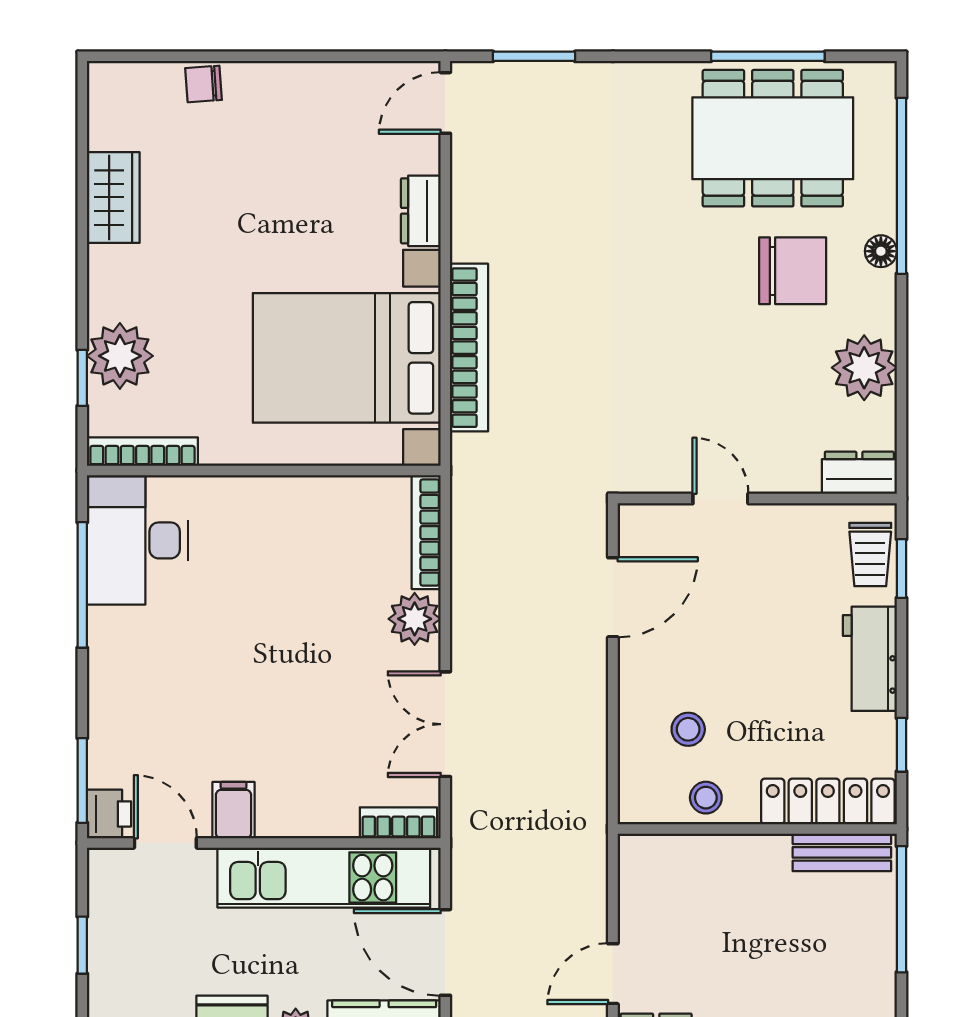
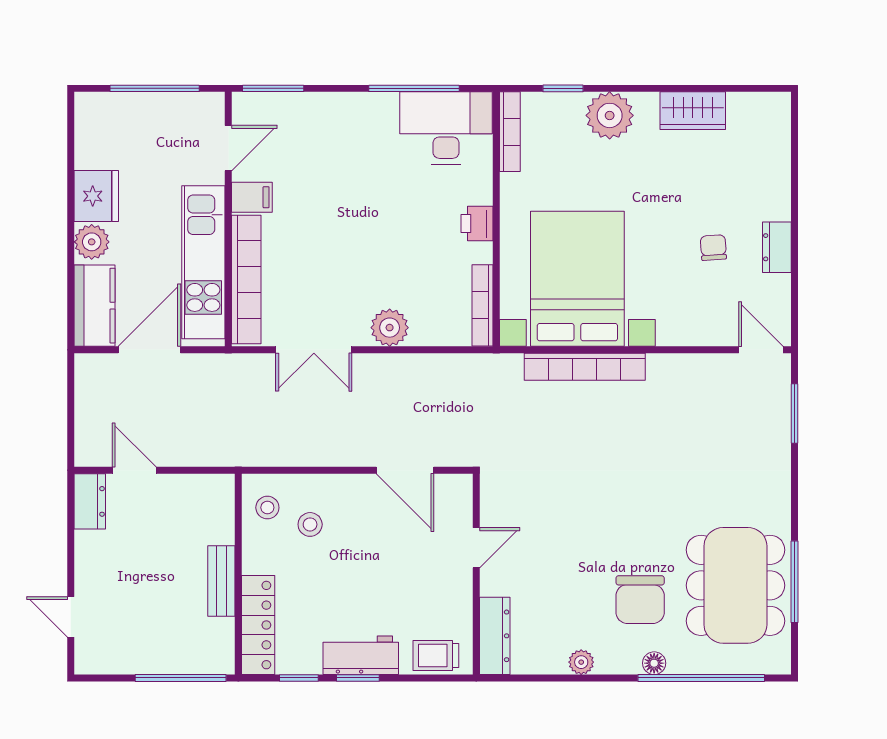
chair: (204, 84) -> (713, 248), moved
dresser: (421, 211) -> (777, 247), moved, turned -90
plant: (120, 356) -> (610, 115), moved
plant: (864, 368) -> (581, 662), width x0.53, depth x0.53
dresser: (859, 473) -> (495, 636), width x1.44
bookcase: (426, 533) -> (483, 305), moved, turned -90
window: (901, 568) -> (358, 678), moved
double door: (445, 724) -> (314, 350), swing flipped
stool: (706, 798) -> (267, 508), moved
printer: (109, 814) -> (477, 224), moved, turned 90
bookcase: (398, 823) -> (246, 279), width x2.31, depth x1.31
bench: (842, 852) -> (221, 581), moved
window: (82, 945) -> (155, 88), width x2.17

